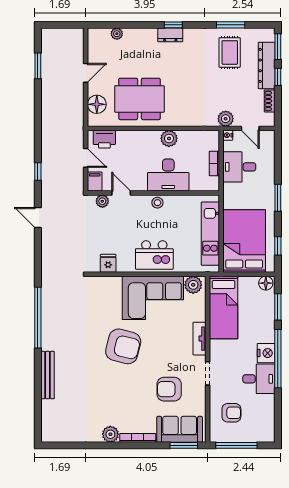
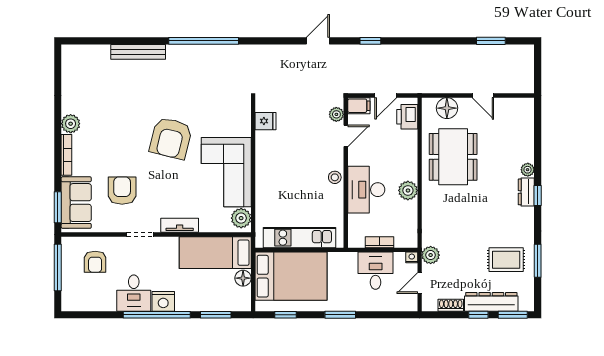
plant: (117, 34) -> (528, 170), moved
kitchen island: (154, 255) -> (275, 174), removed
floor lamp: (266, 283) -> (243, 278), moved

